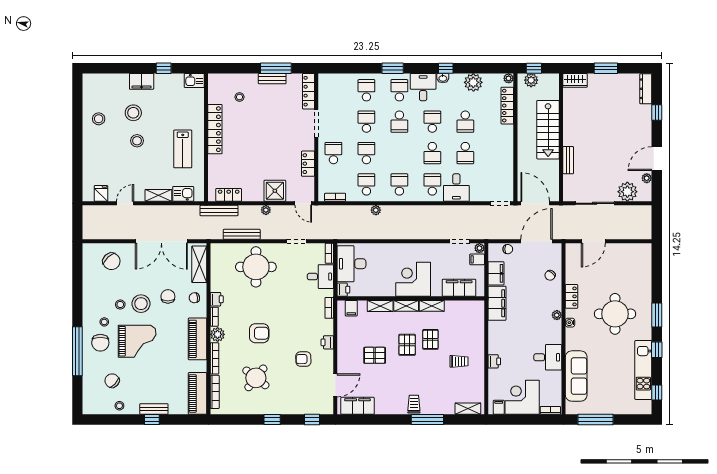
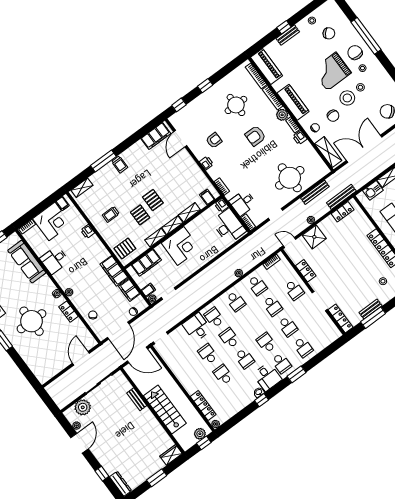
plant: (473, 82) -> (237, 404), removed
school desk: (432, 184) -> (214, 317), turned 180
pallet: (375, 355) -> (125, 248), moved
round table: (256, 378) -> (236, 105), turned -38

